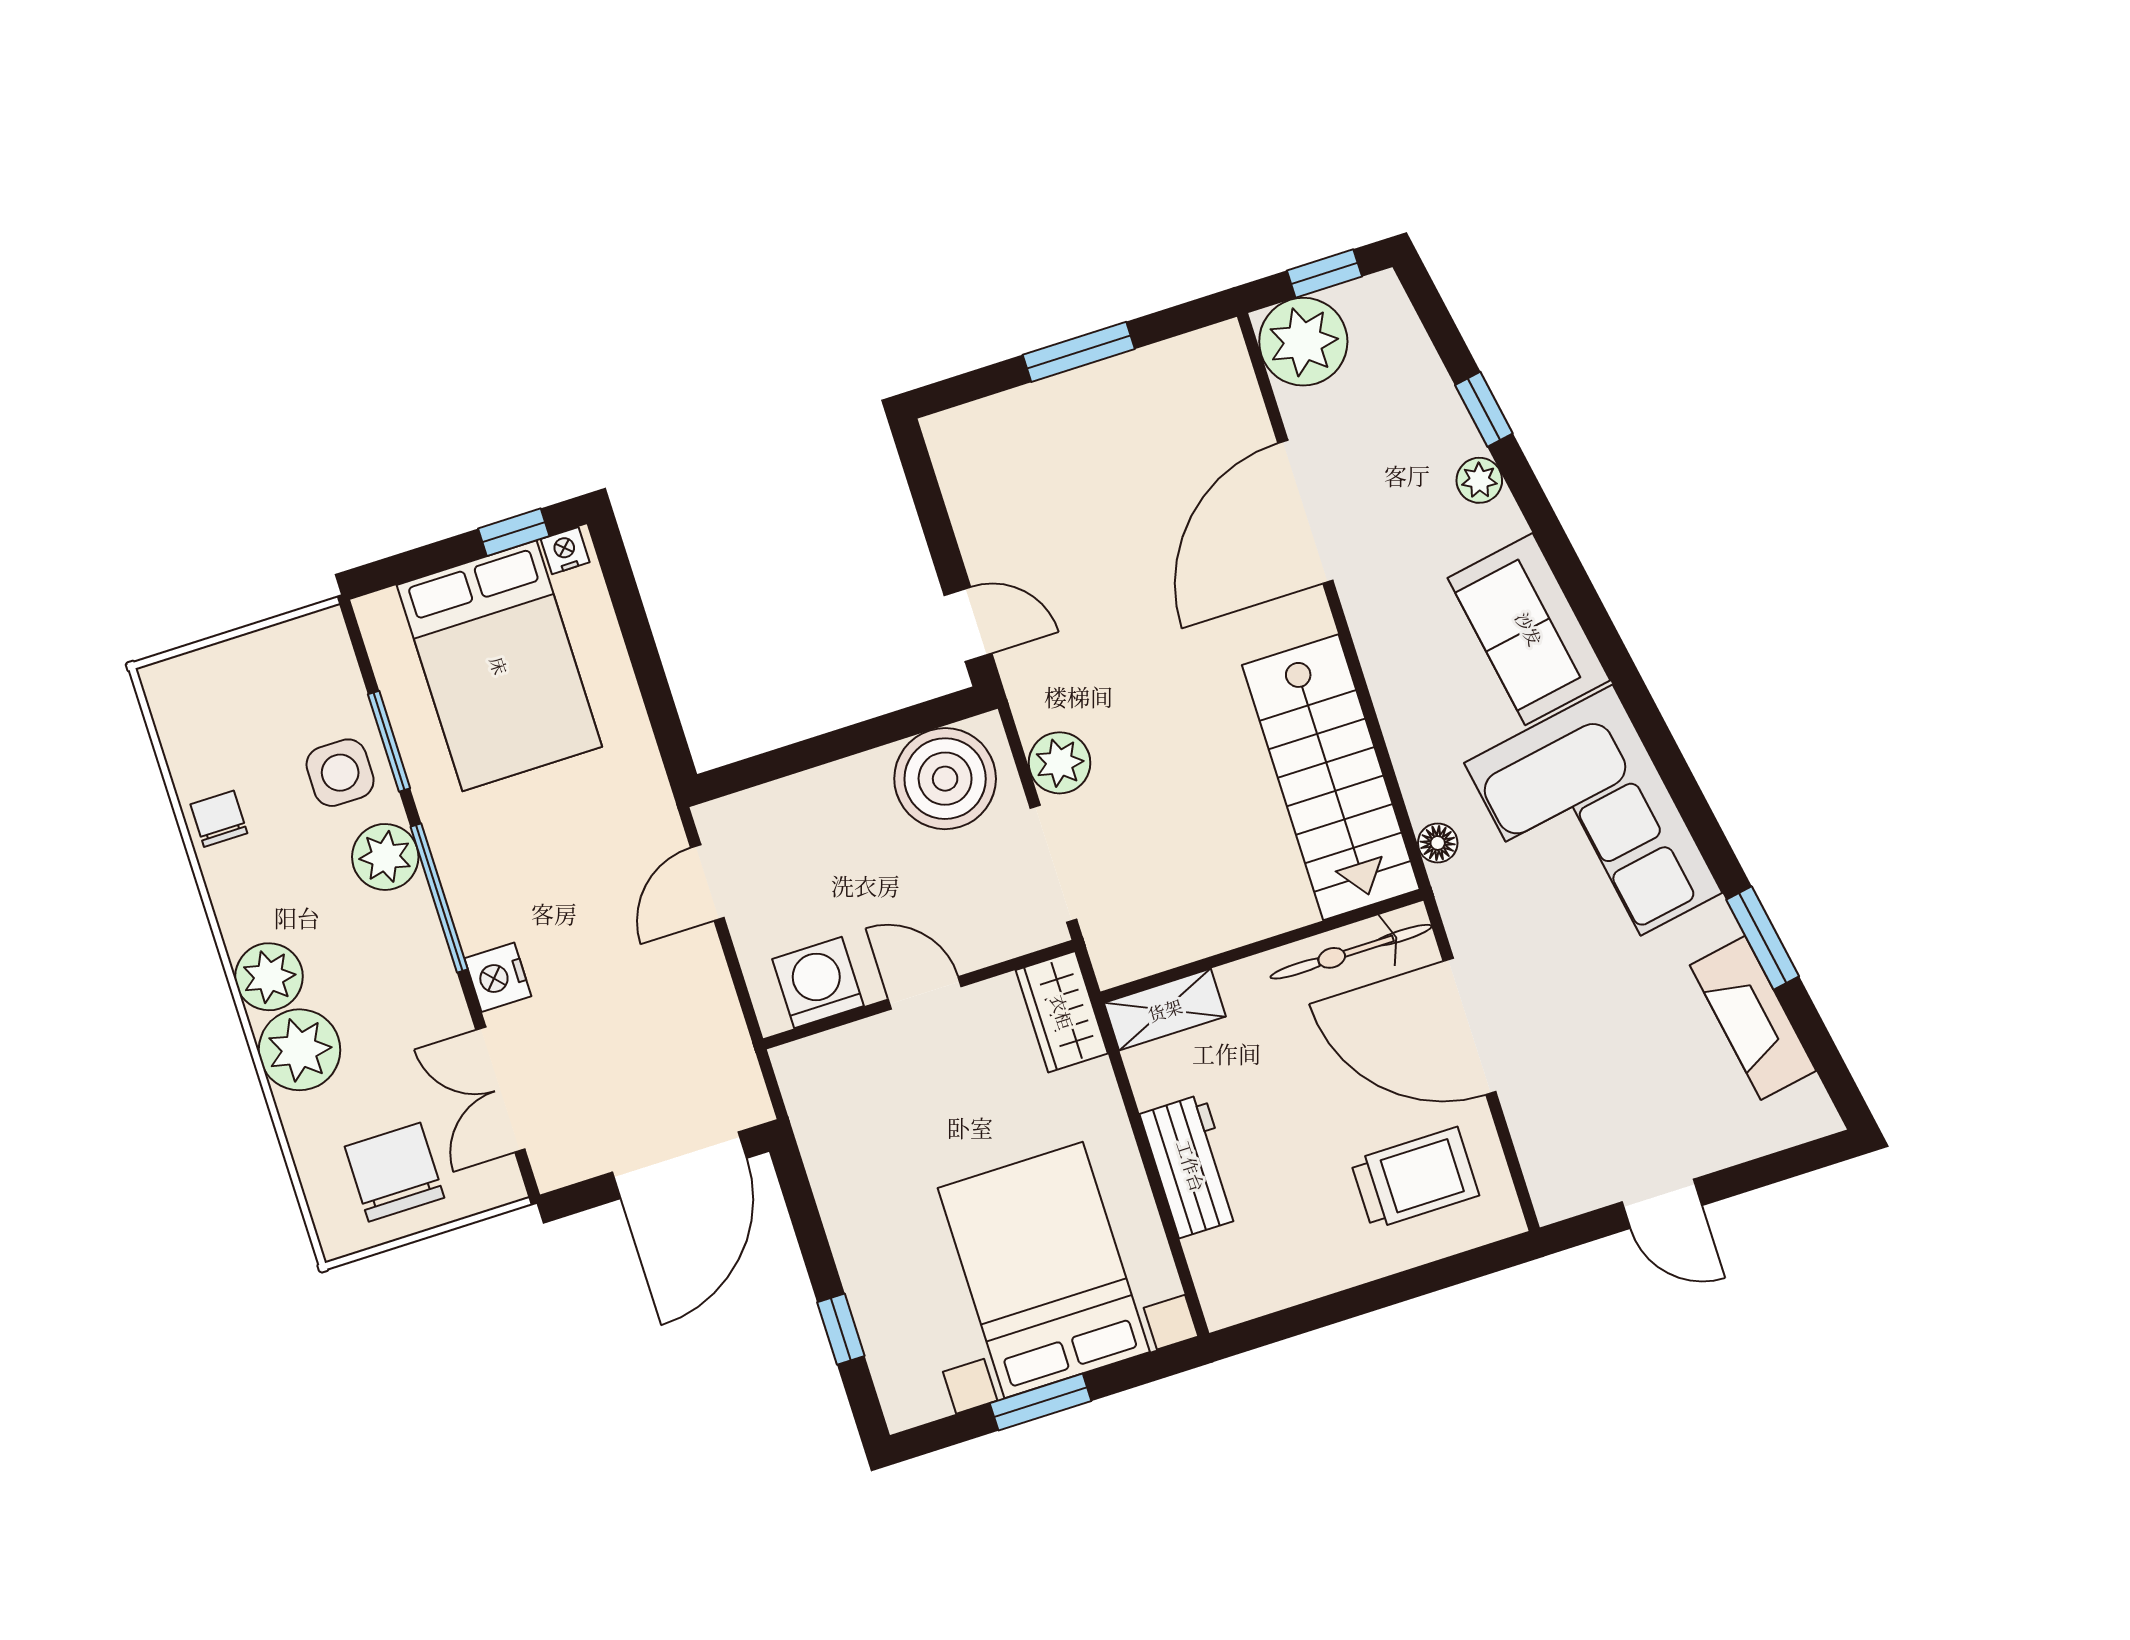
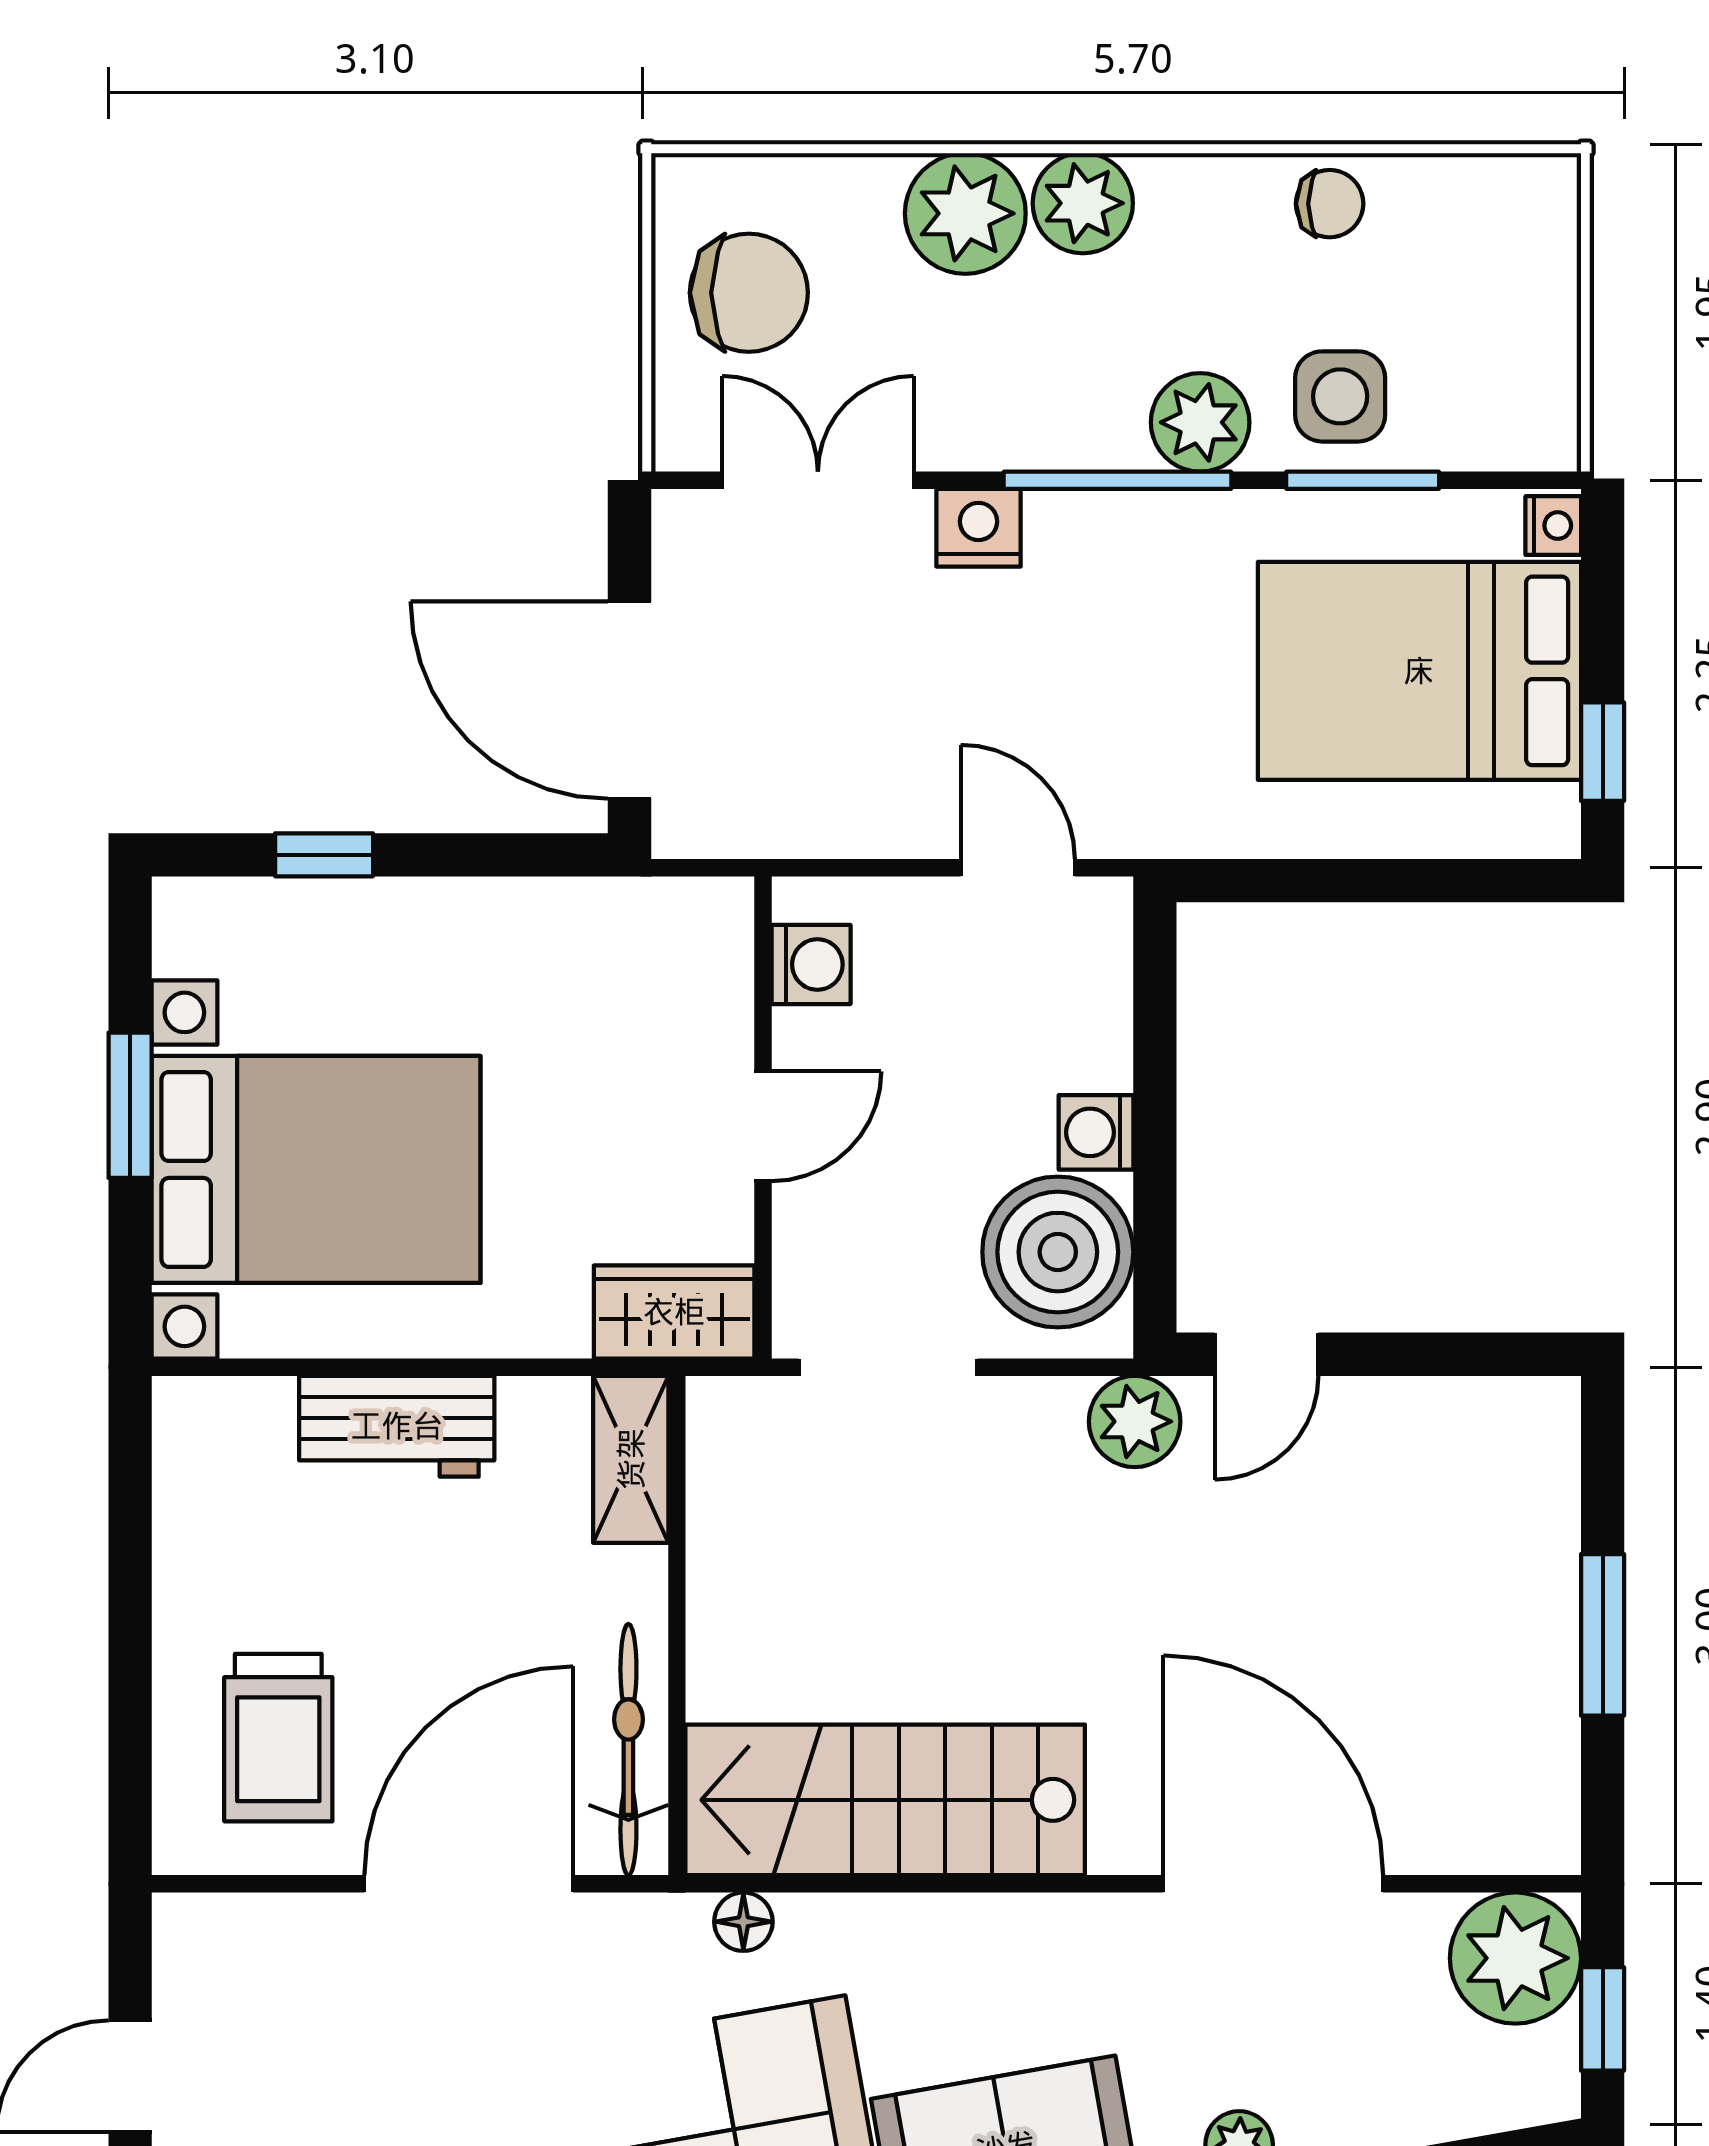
nightstand: (565, 551) -> (1553, 526), moved
plant: (1060, 763) -> (1135, 1421), moved
washing machine: (861, 779) -> (1096, 1132), added
washing machine: (818, 983) -> (811, 964), width x0.73, depth x0.73

